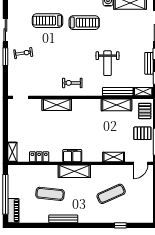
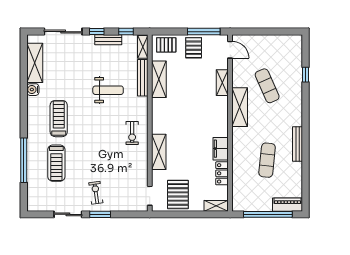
pallet: (22, 121) -> (178, 194), added
filing cabinet: (72, 156) -> (221, 149), moved
shelving: (74, 171) -> (240, 107), moved

